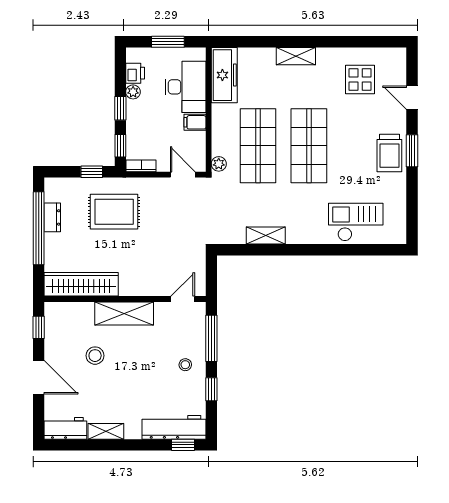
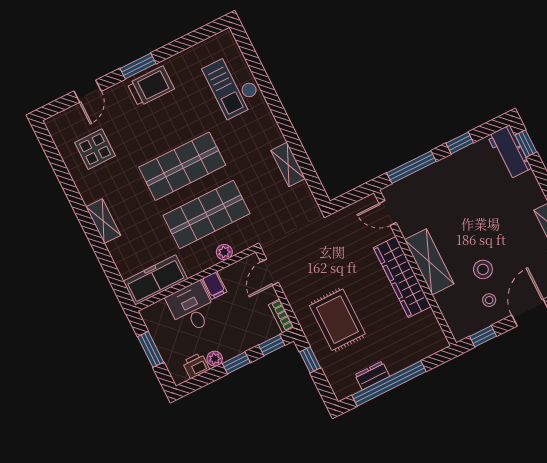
desk: (185, 87) -> (192, 308), width x0.73
plant: (219, 164) -> (224, 252), moved
wardrobe: (81, 284) -> (402, 277), moved
stool: (185, 365) -> (489, 300), moved
workbench: (174, 427) -> (509, 152), width x0.73

